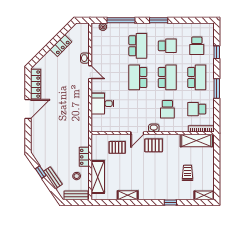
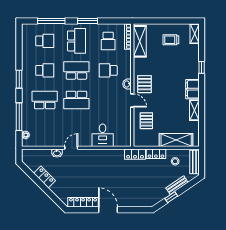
school desk: (167, 46) -> (45, 70), turned 90
window: (217, 52) -> (51, 21), width x2.17
school desk: (197, 77) -> (76, 41), turned 90
school desk: (167, 109) -> (108, 70), turned 180
locker: (84, 136) -> (135, 154), added
trolley: (187, 173) -> (171, 40), moved
filing cabinet: (149, 193) -> (192, 89), added

